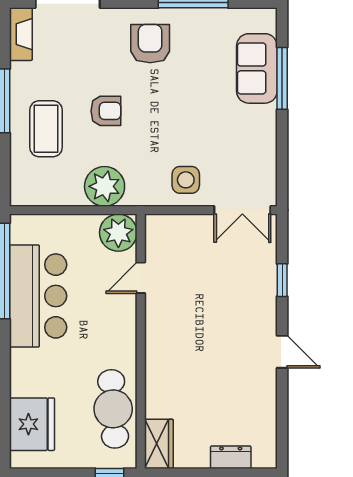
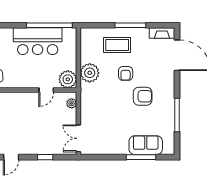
armchair: (150, 44) -> (143, 96), moved
side table: (186, 180) -> (93, 111), removed
plant: (169, 224) -> (72, 103), added
door: (141, 278) -> (46, 90), swing flipped

